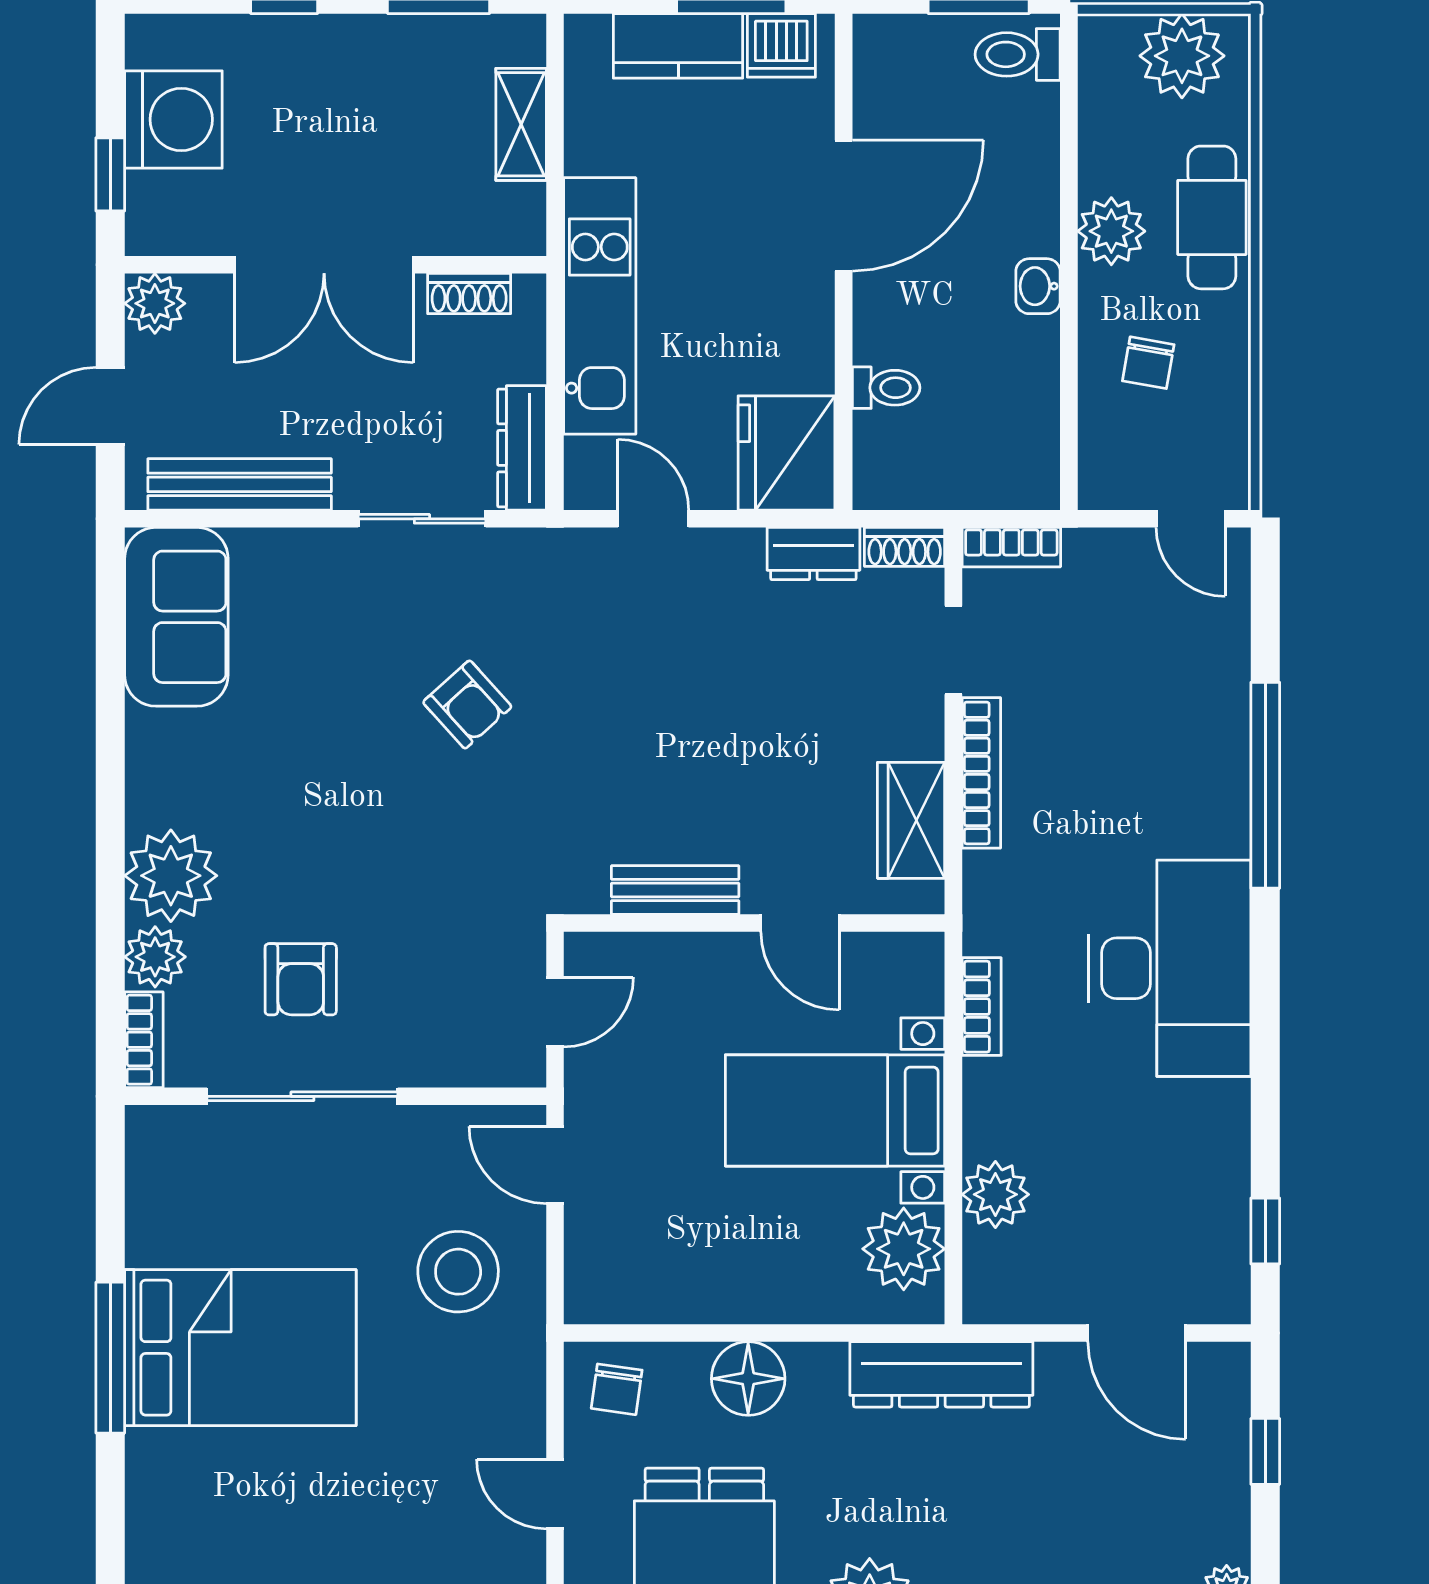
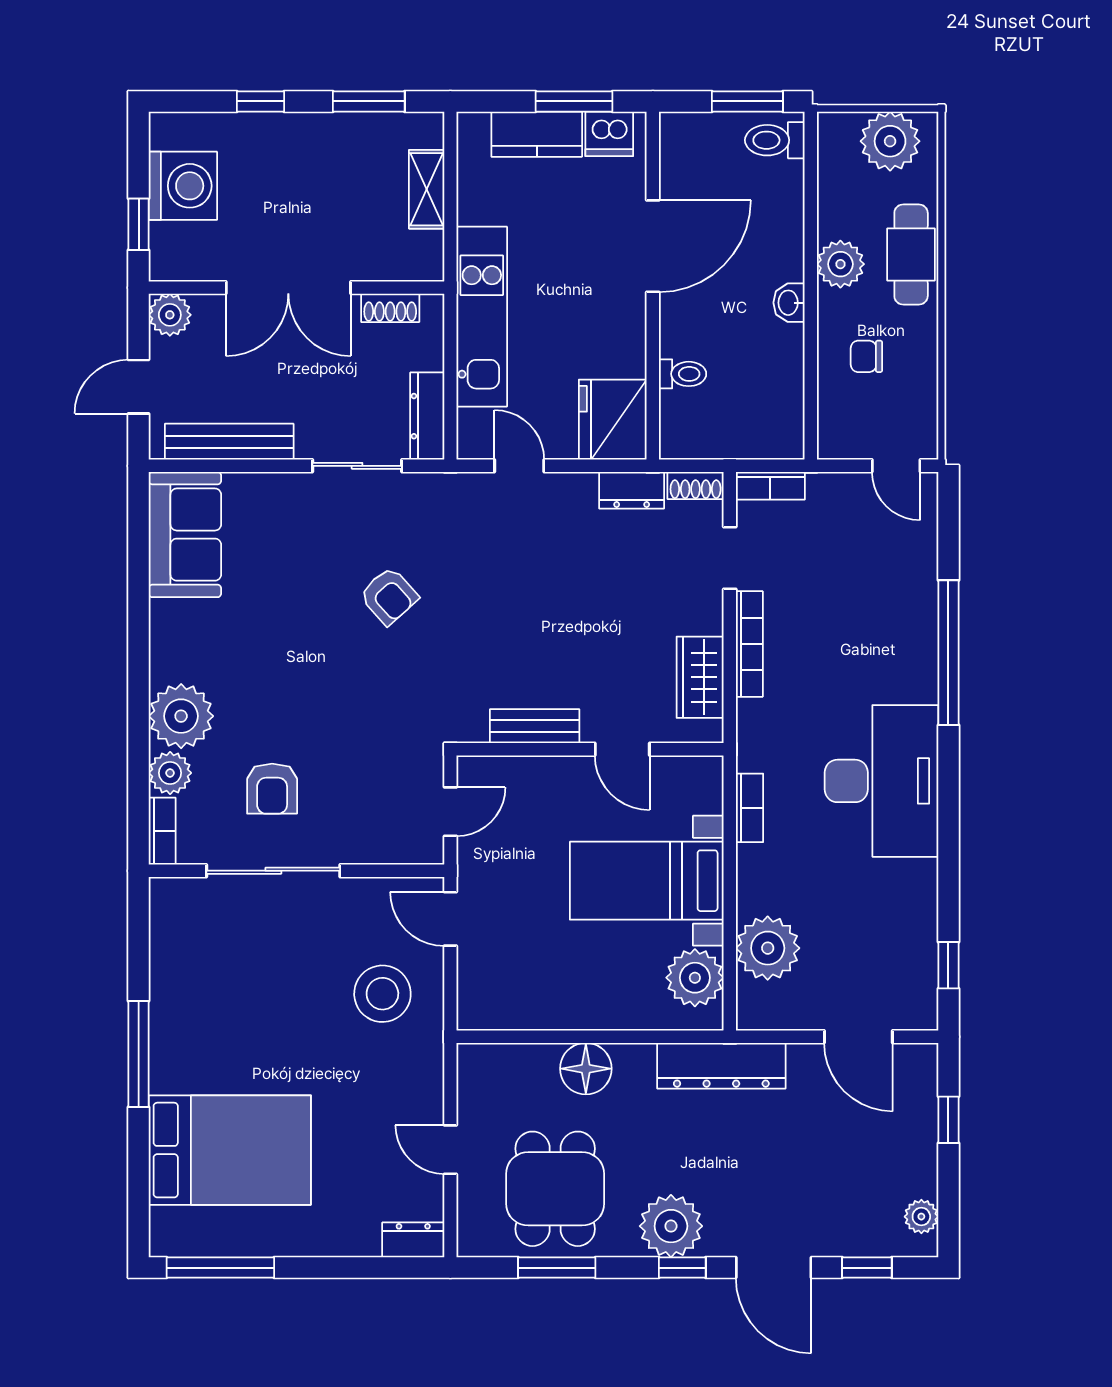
chair: (1148, 363) -> (866, 356), turned 80
plant: (995, 1194) -> (768, 948), width x1.36, depth x1.36
bed: (240, 1348) -> (230, 1150), moved
chair: (617, 1389) -> (494, 1076), removed

